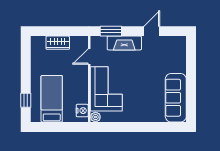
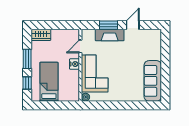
window: (111, 31) -> (109, 25), moved
wardrobe: (58, 43) -> (41, 35), moved
window: (26, 71) -> (27, 59), added
nightstand: (82, 111) -> (74, 64), moved

